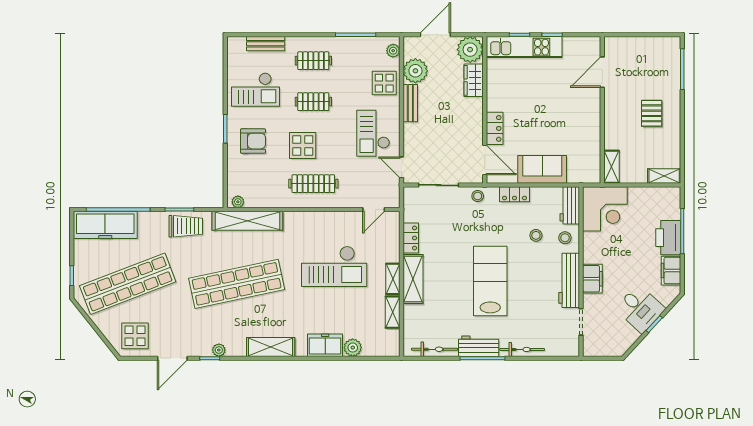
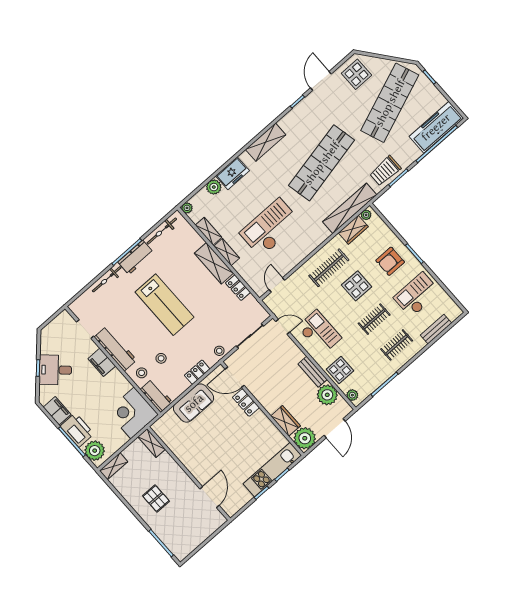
wardrobe: (261, 199) -> (353, 230), added
plant: (669, 205) -> (95, 451), added
plant: (219, 350) -> (187, 208), moved

